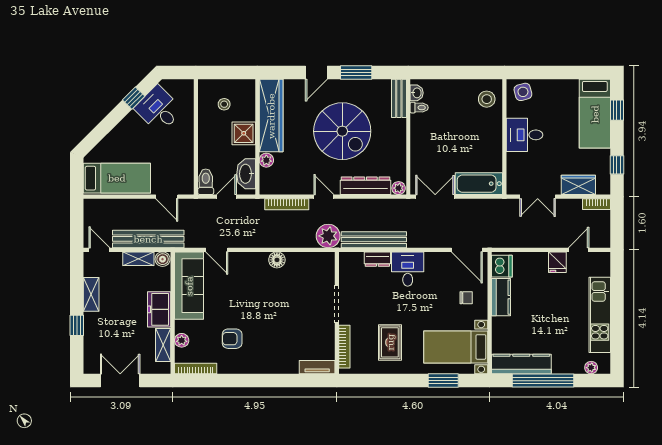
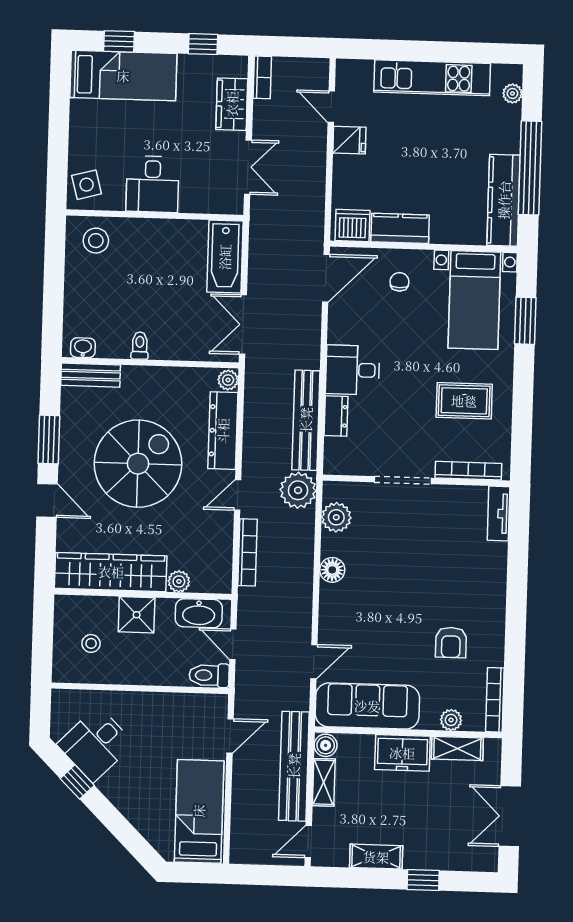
toilet: (419, 108) -> (140, 346), moved
plant: (311, 261) -> (336, 517), added

